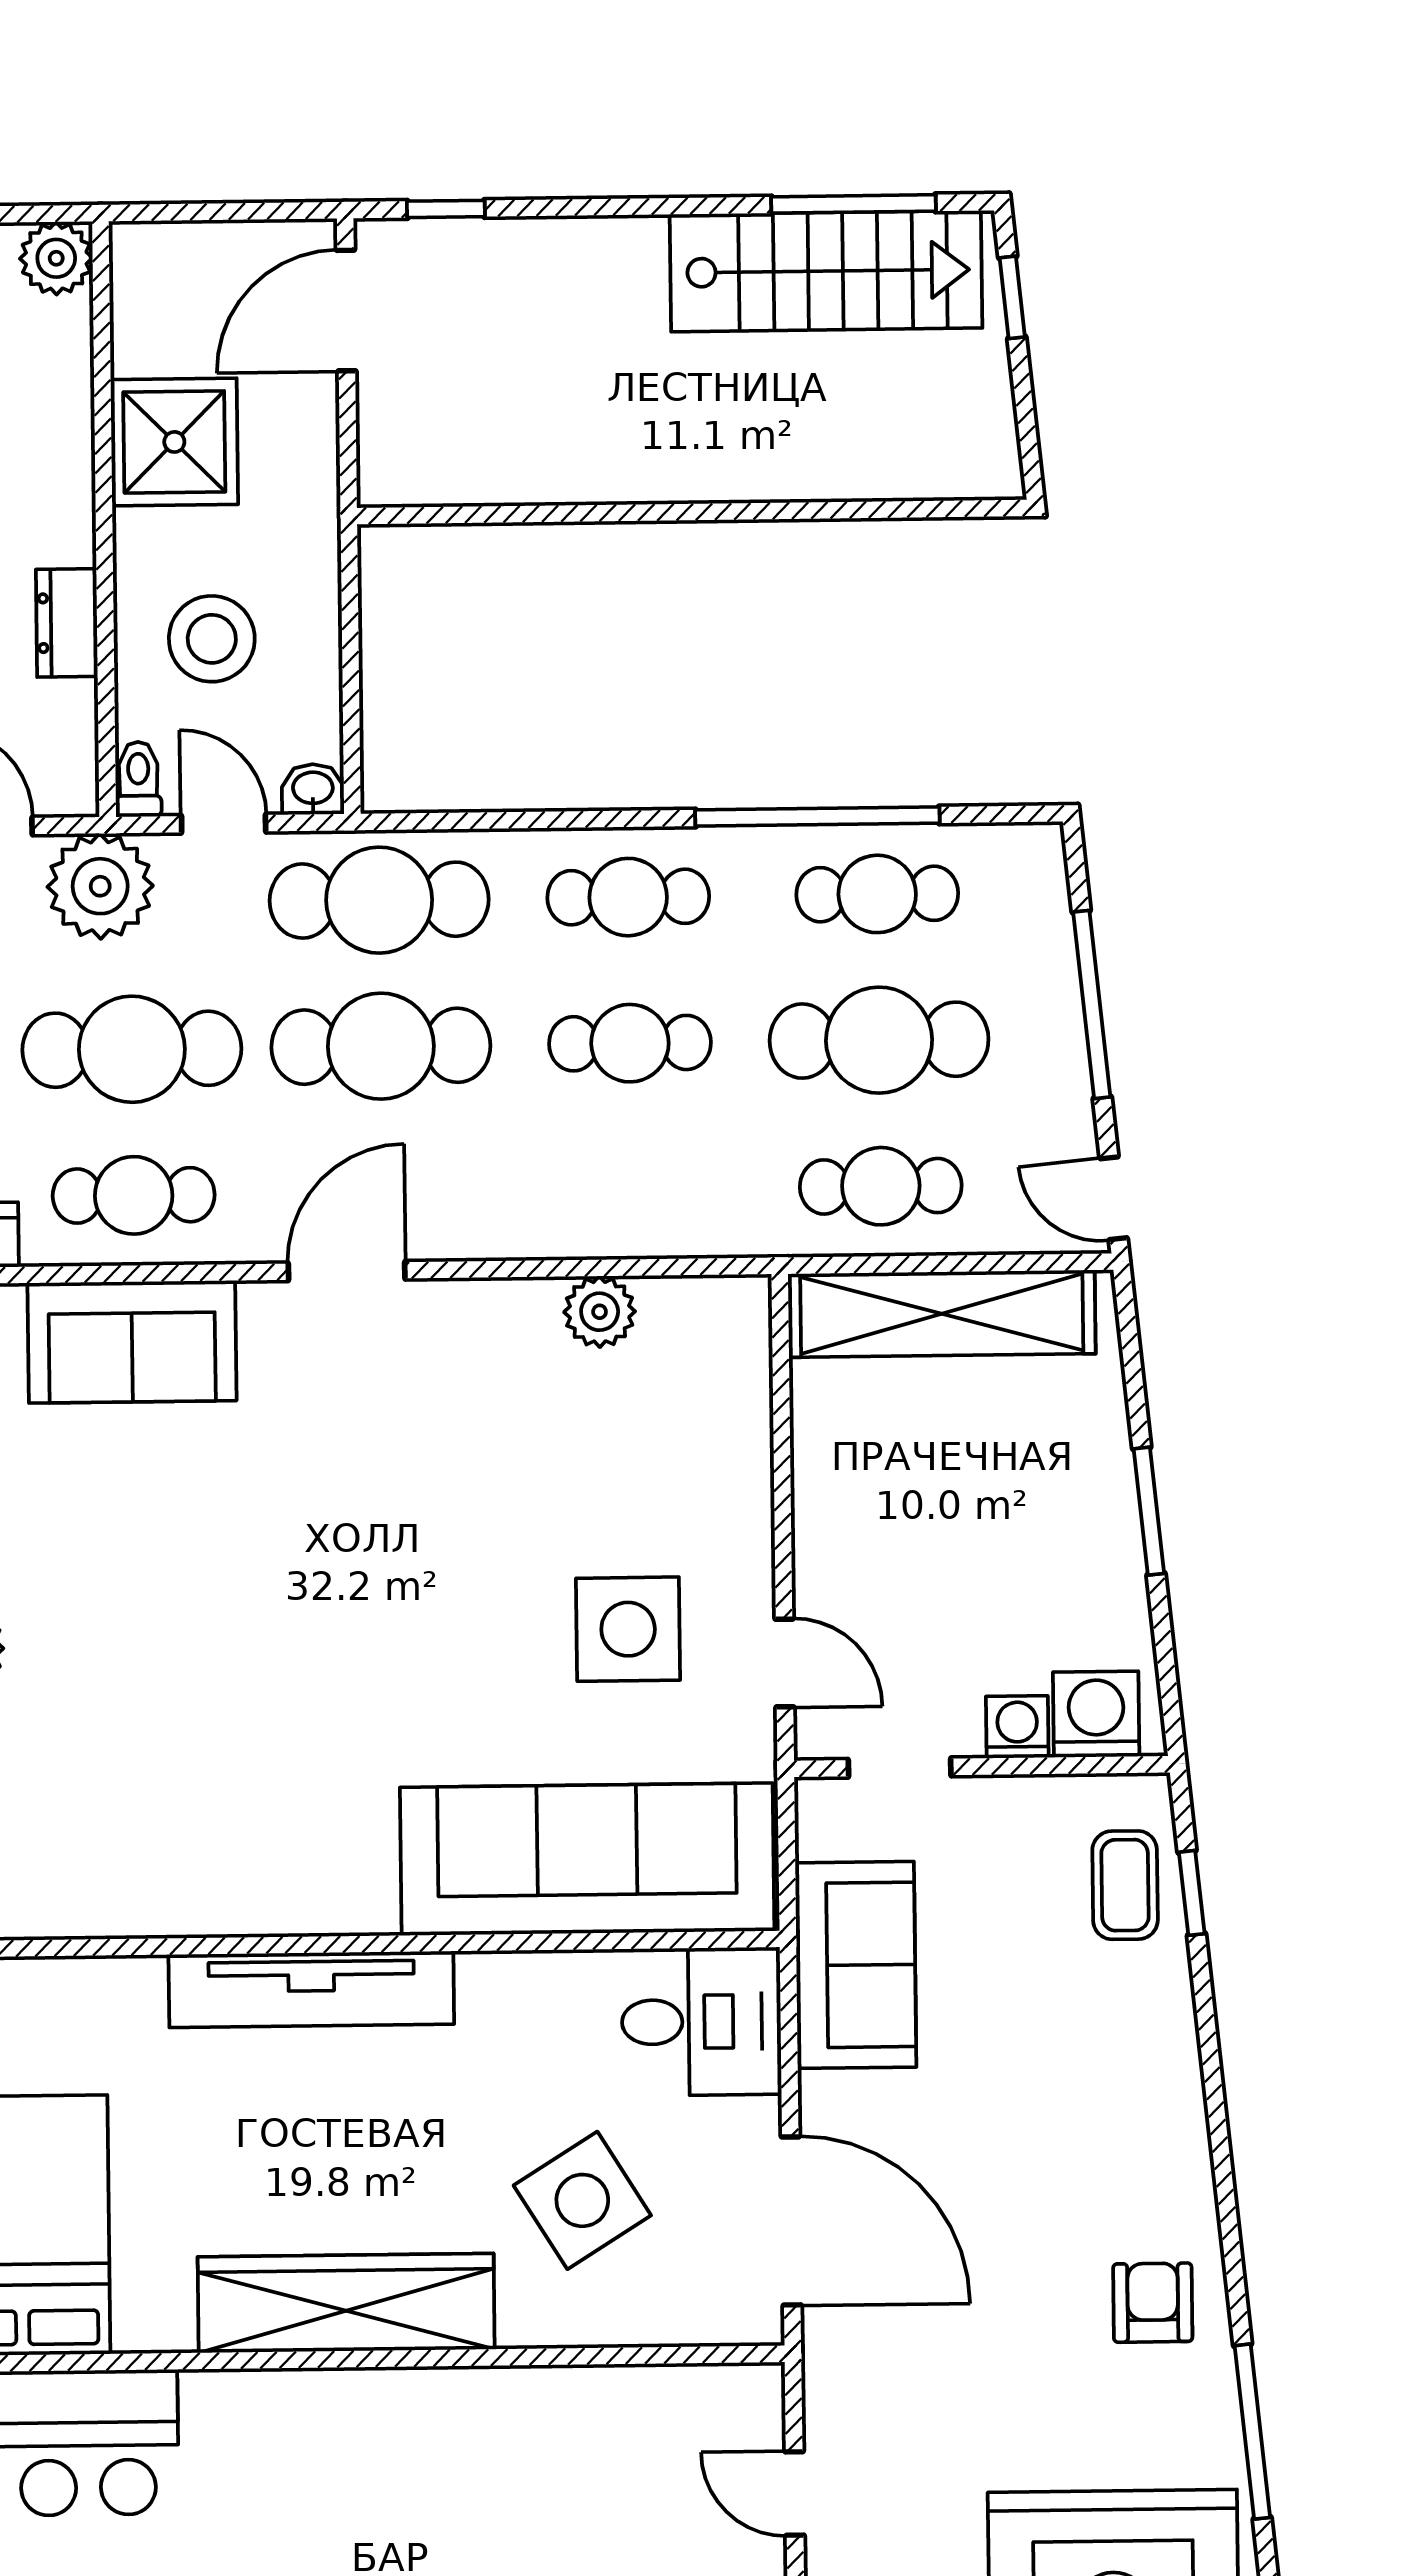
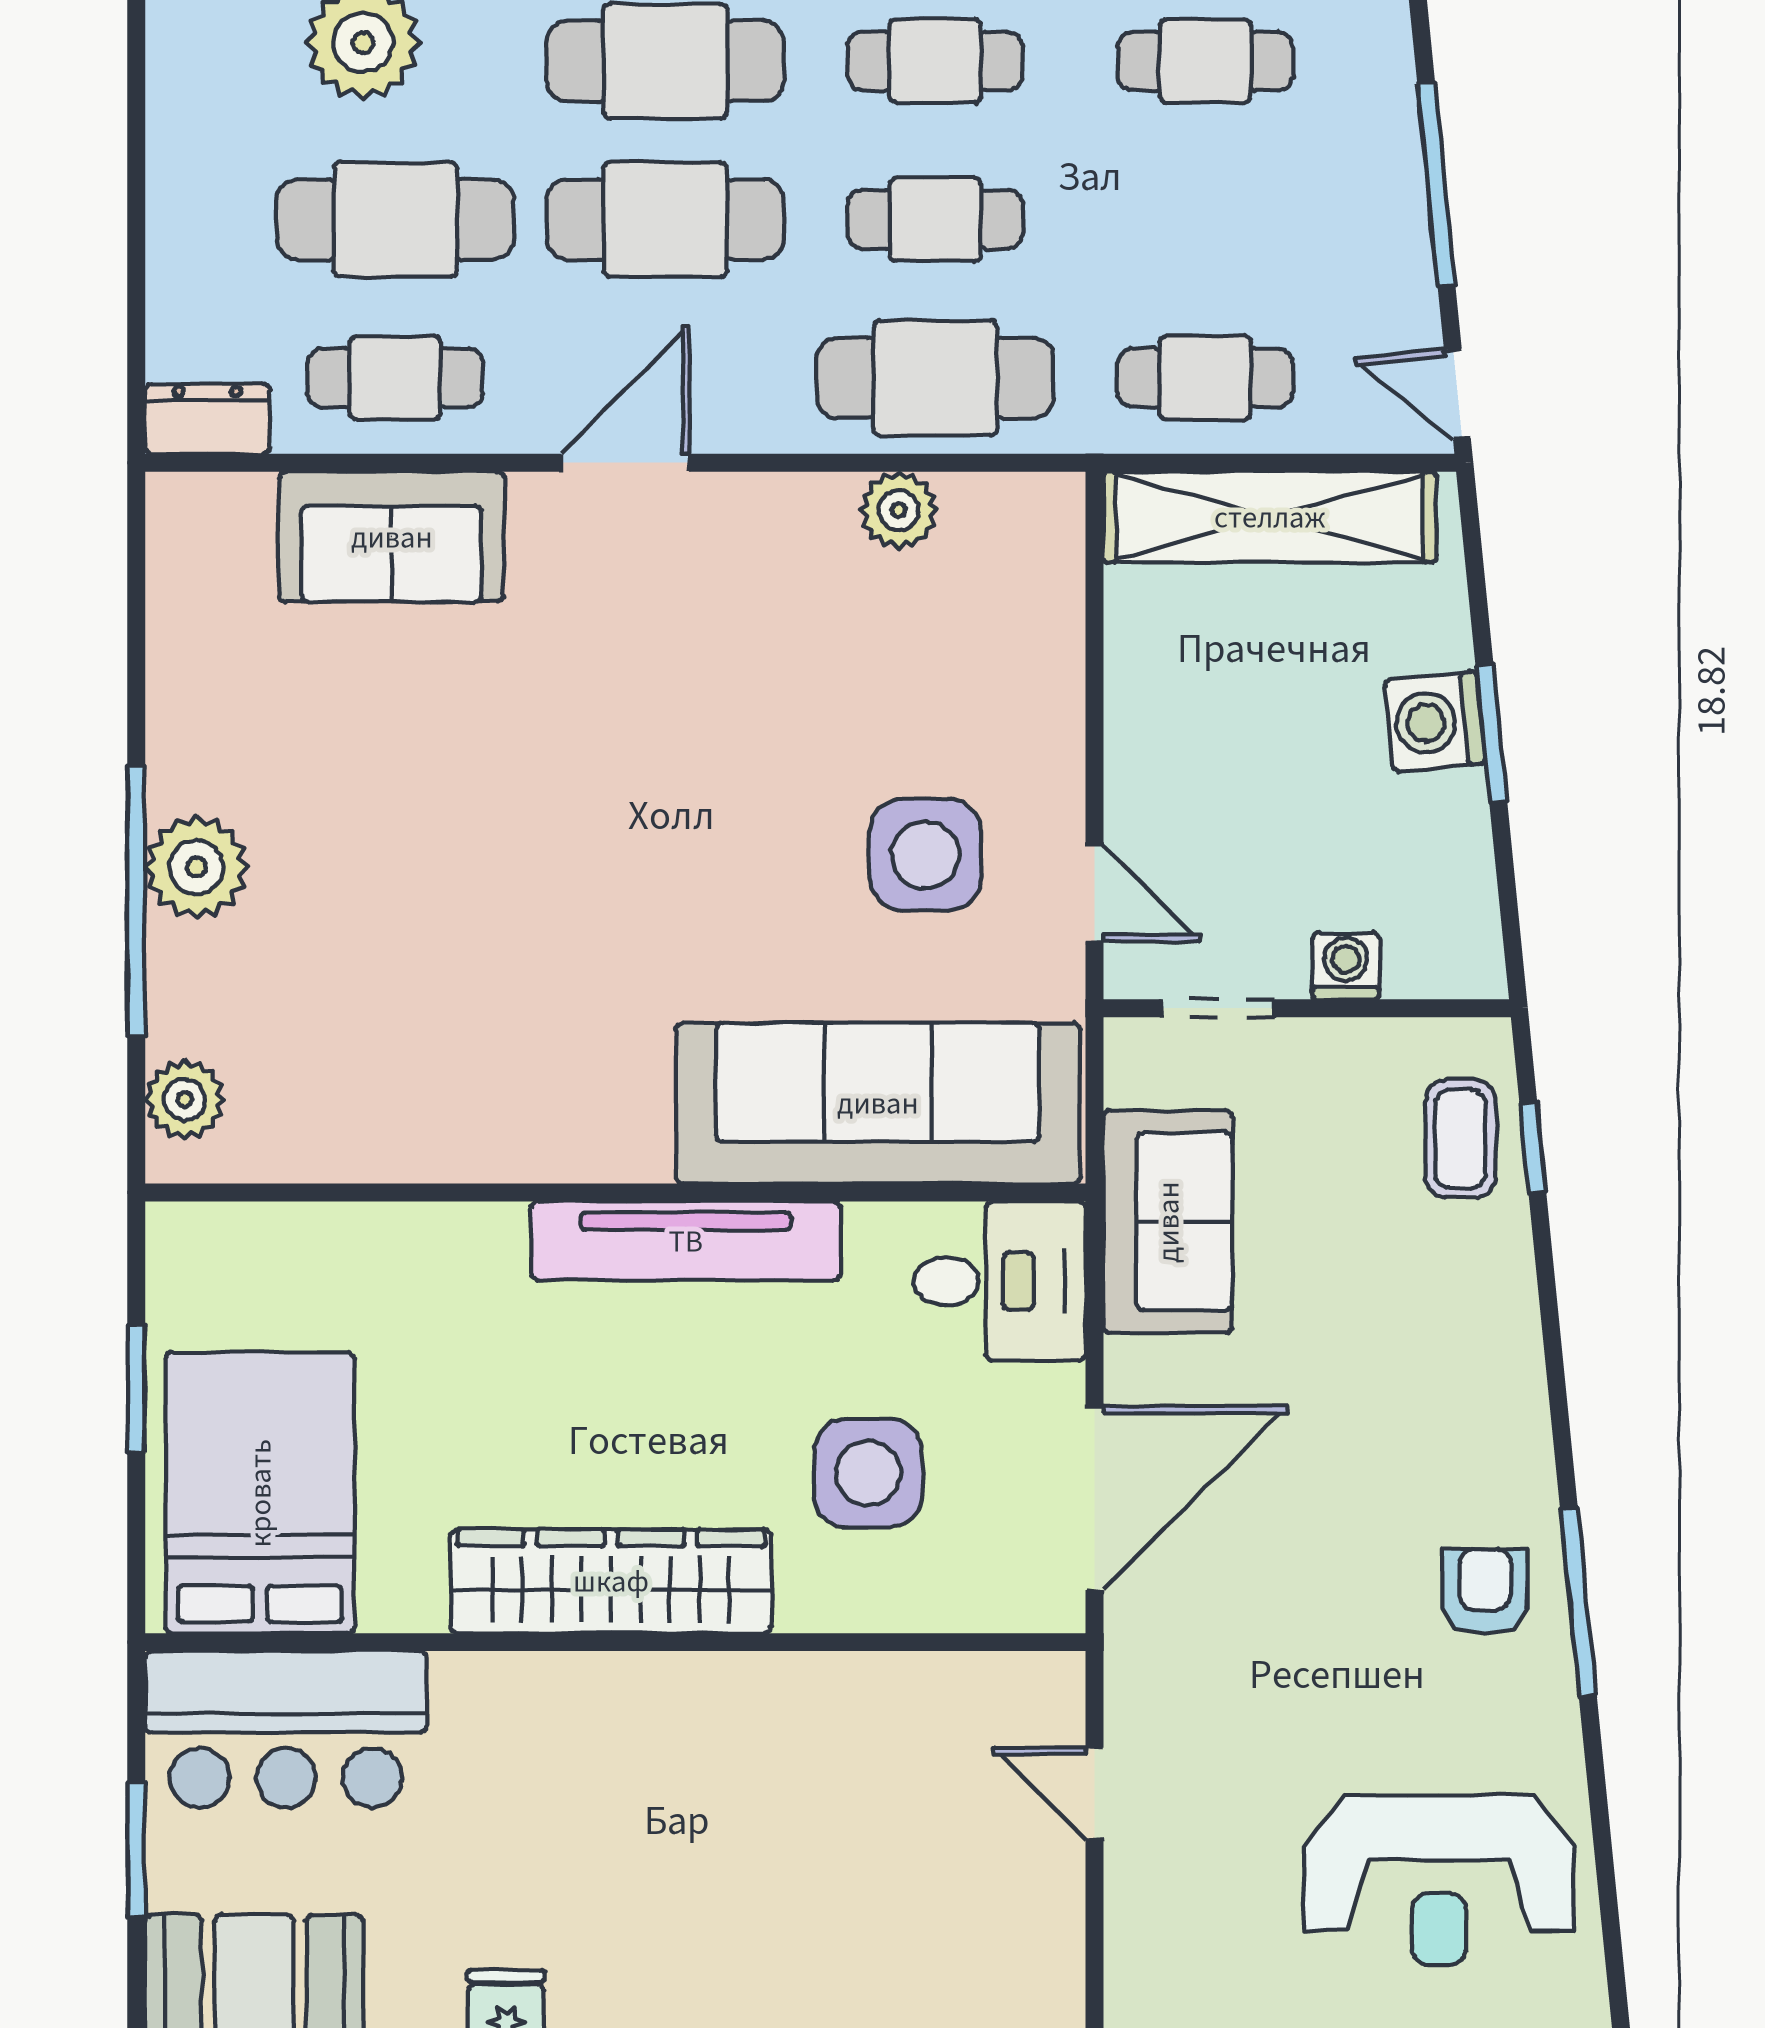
cafe table: (879, 1040) -> (935, 378), moved
washing machine: (1096, 1714) -> (1435, 722), moved, turned -96
tv unit: (311, 1989) -> (686, 1241), moved
side table: (582, 2200) -> (868, 1473), turned 32
door: (791, 2221) -> (1094, 1498), hinge flipped
window: (1252, 2432) -> (1578, 1602), moved

